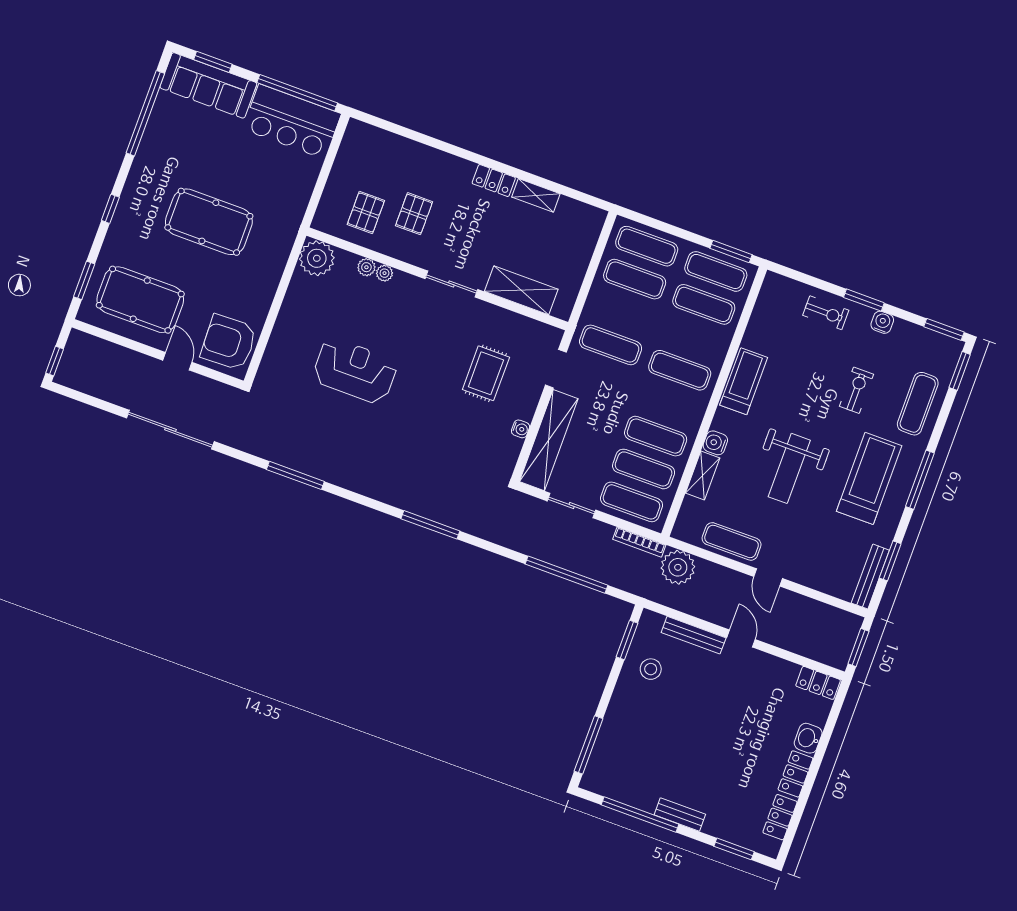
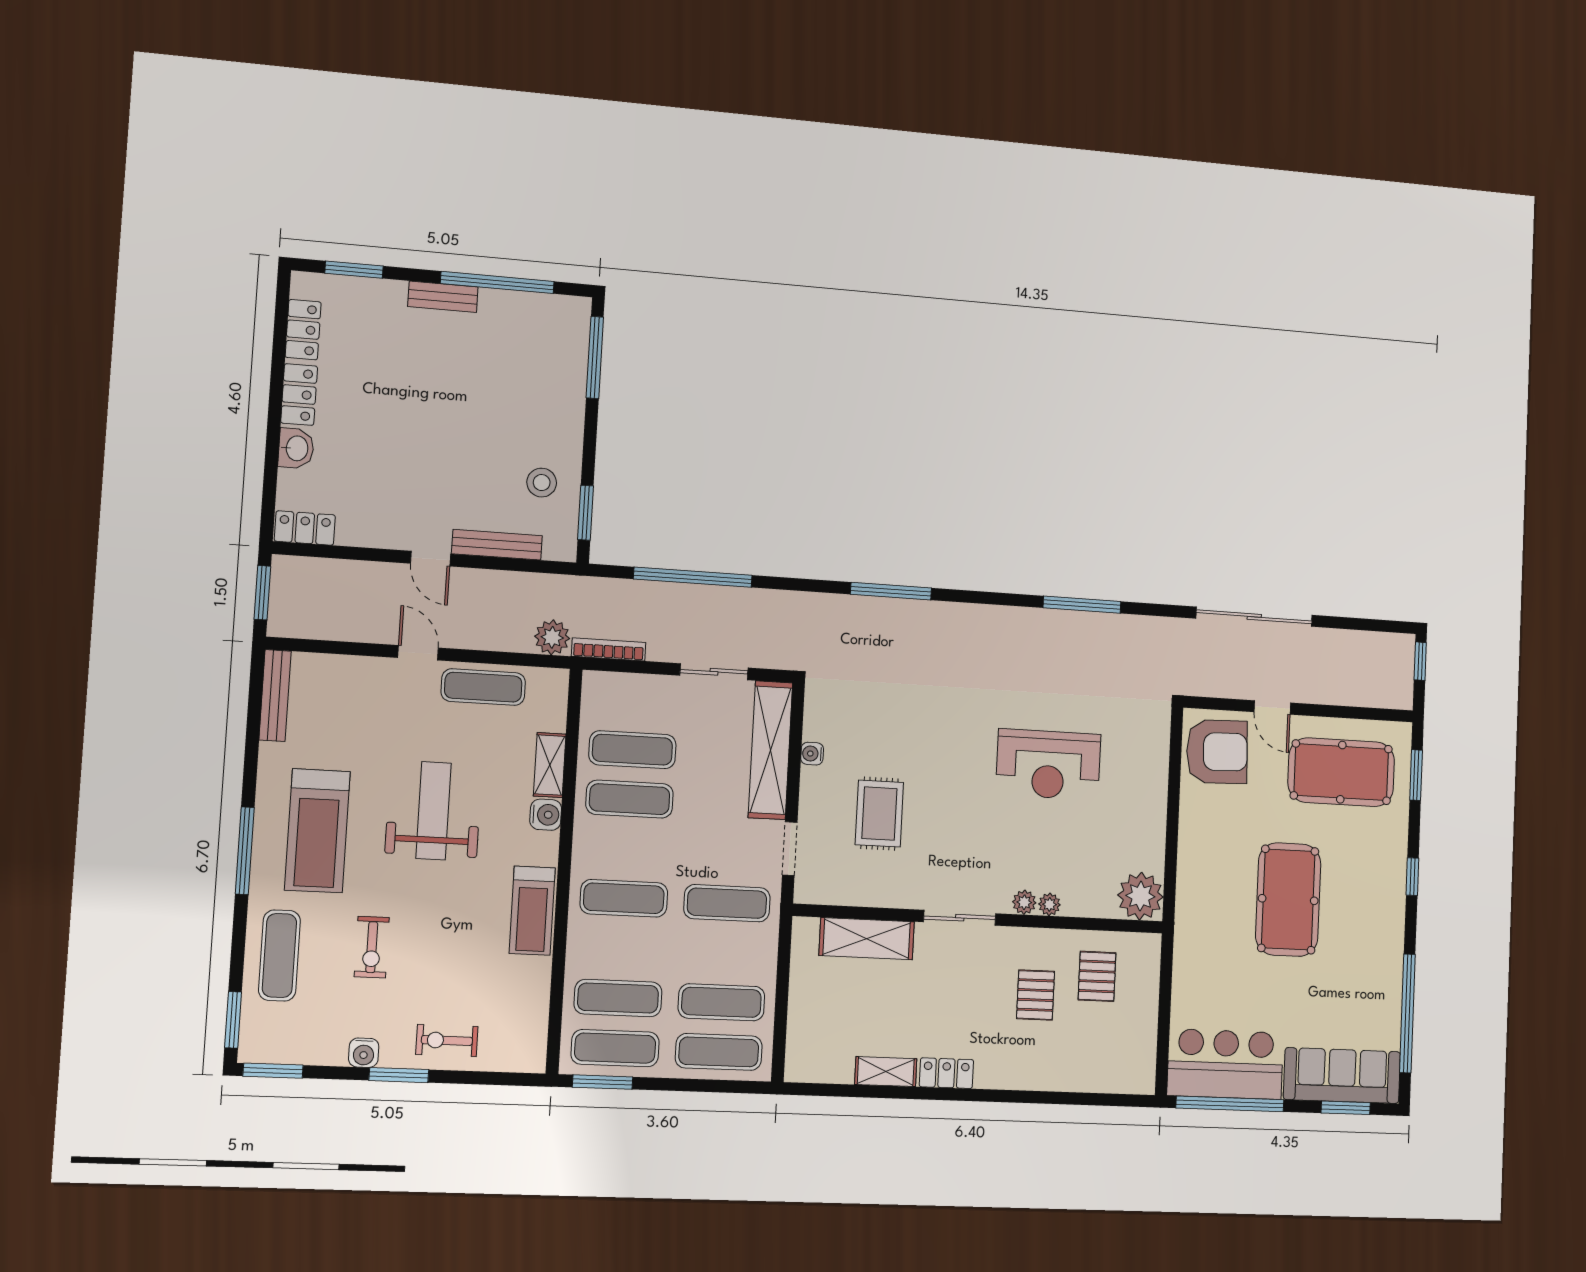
pool table: (209, 222) -> (1288, 900), turned 90
plant: (366, 267) -> (1024, 902), moved
exercise mat: (632, 502) -> (635, 700), removed
window: (890, 561) -> (253, 725), removed
plant: (678, 567) -> (552, 637), width x0.73, depth x0.73

